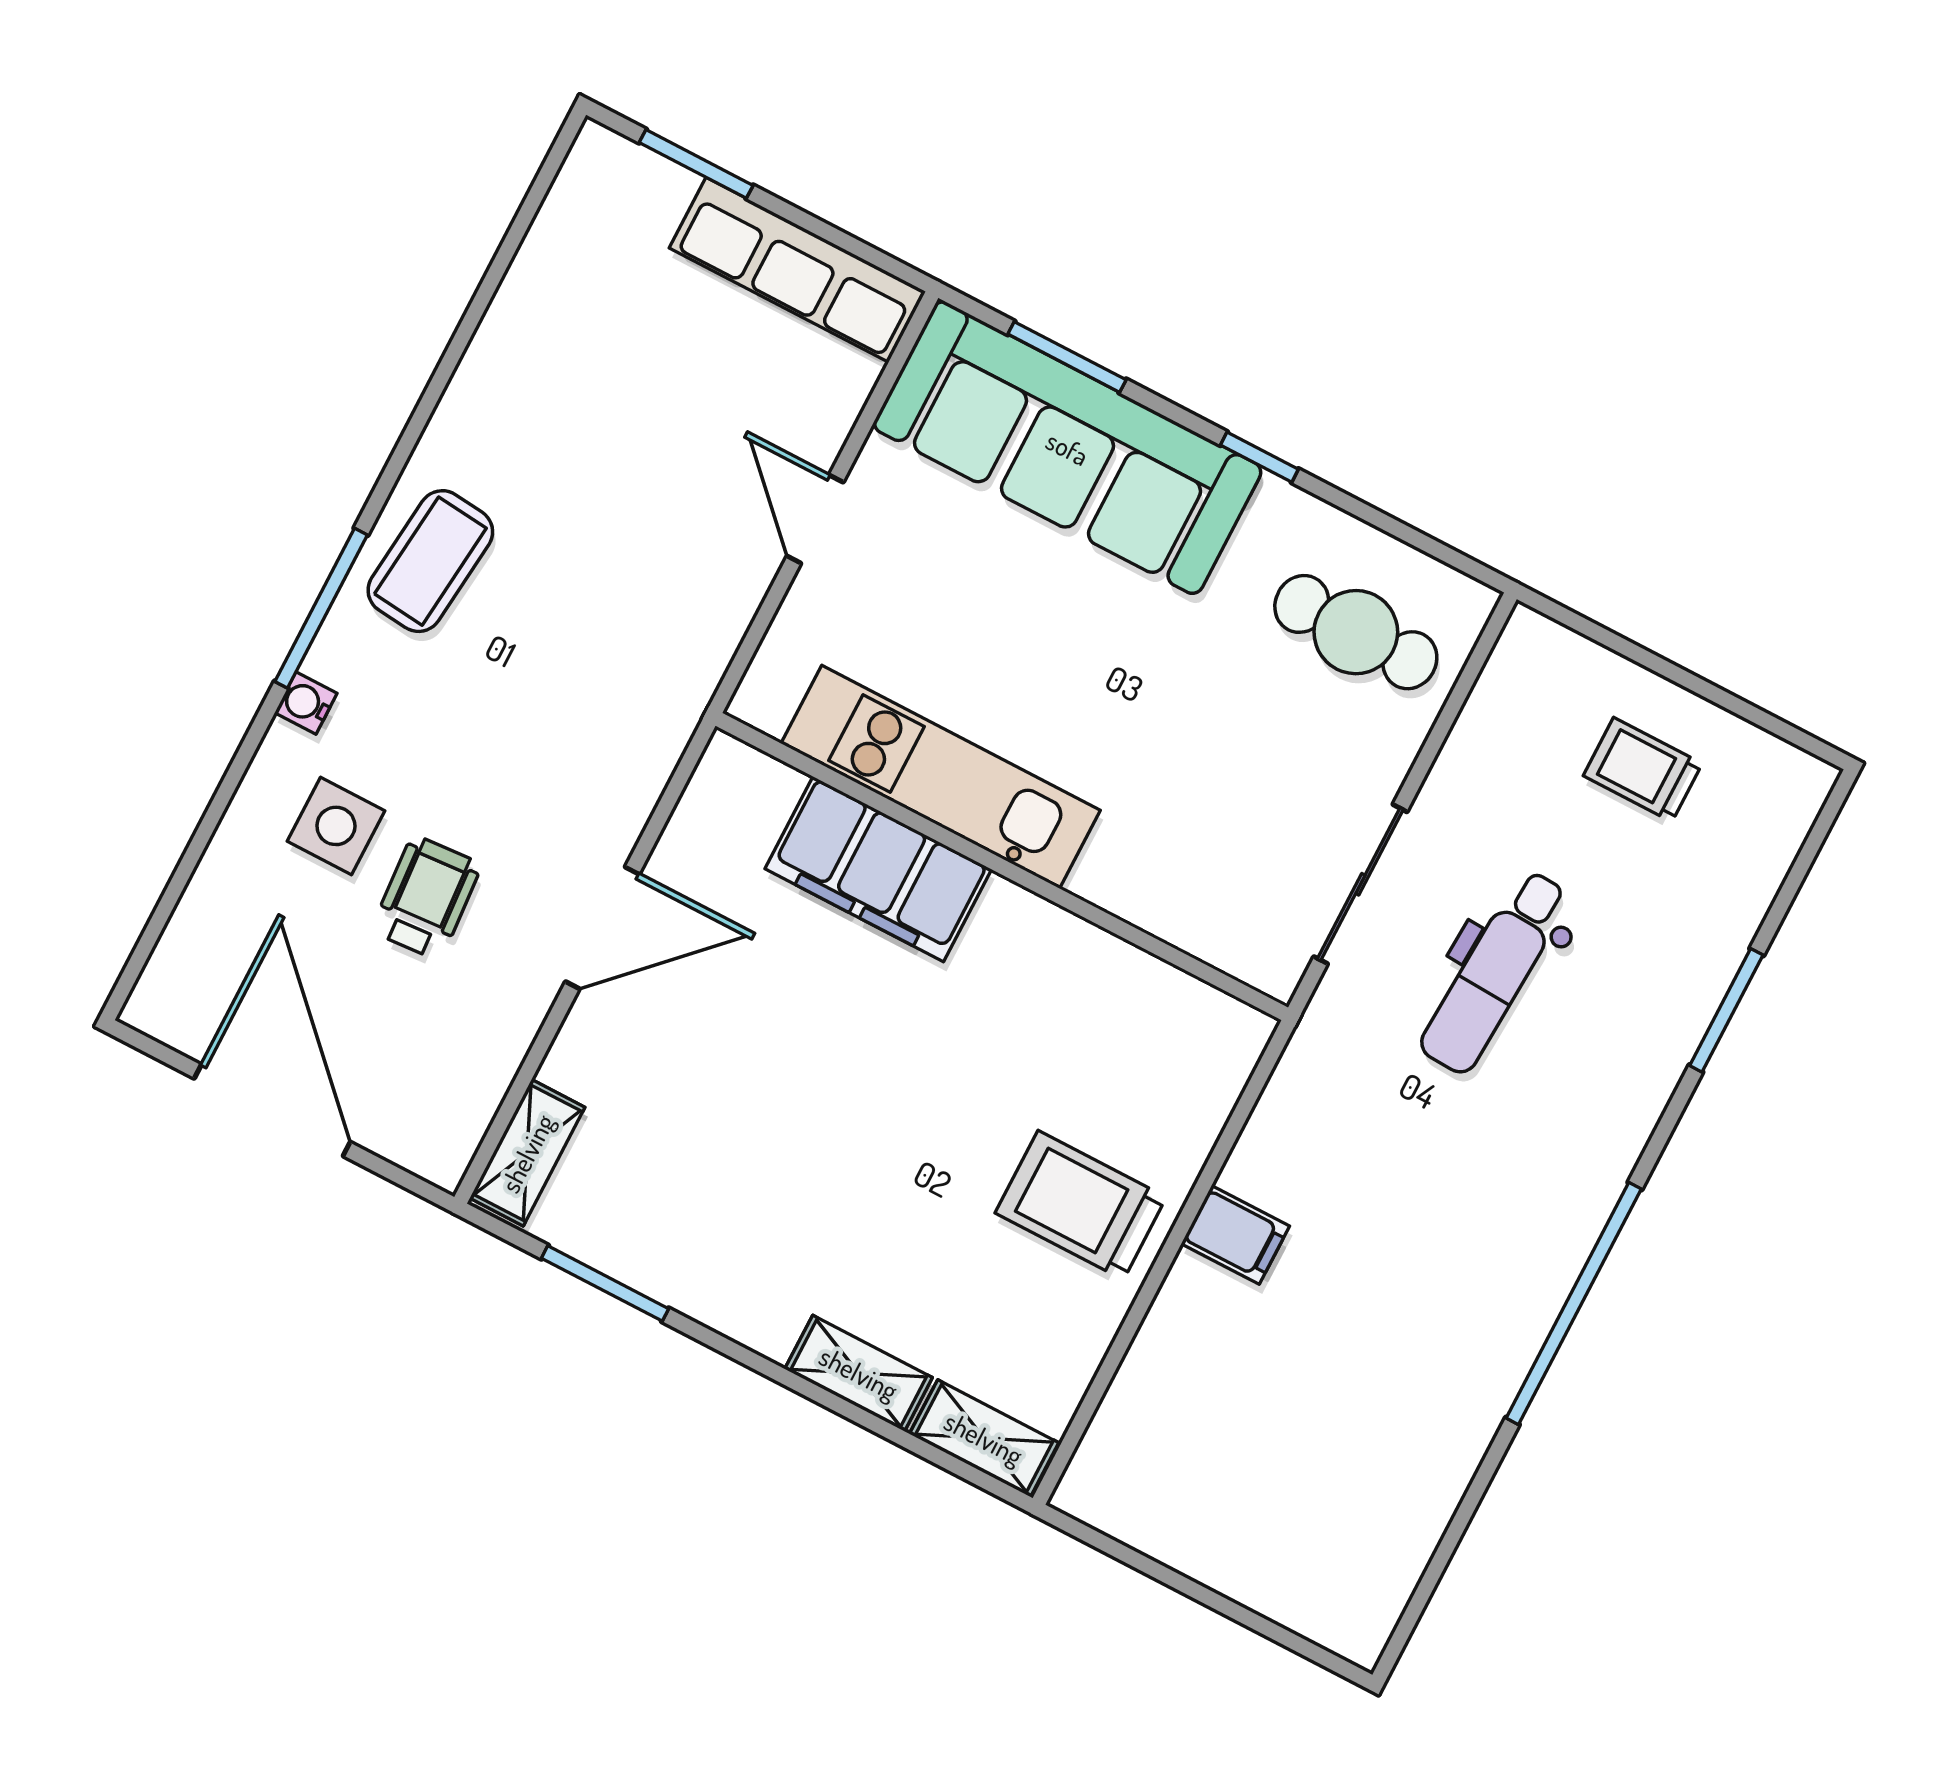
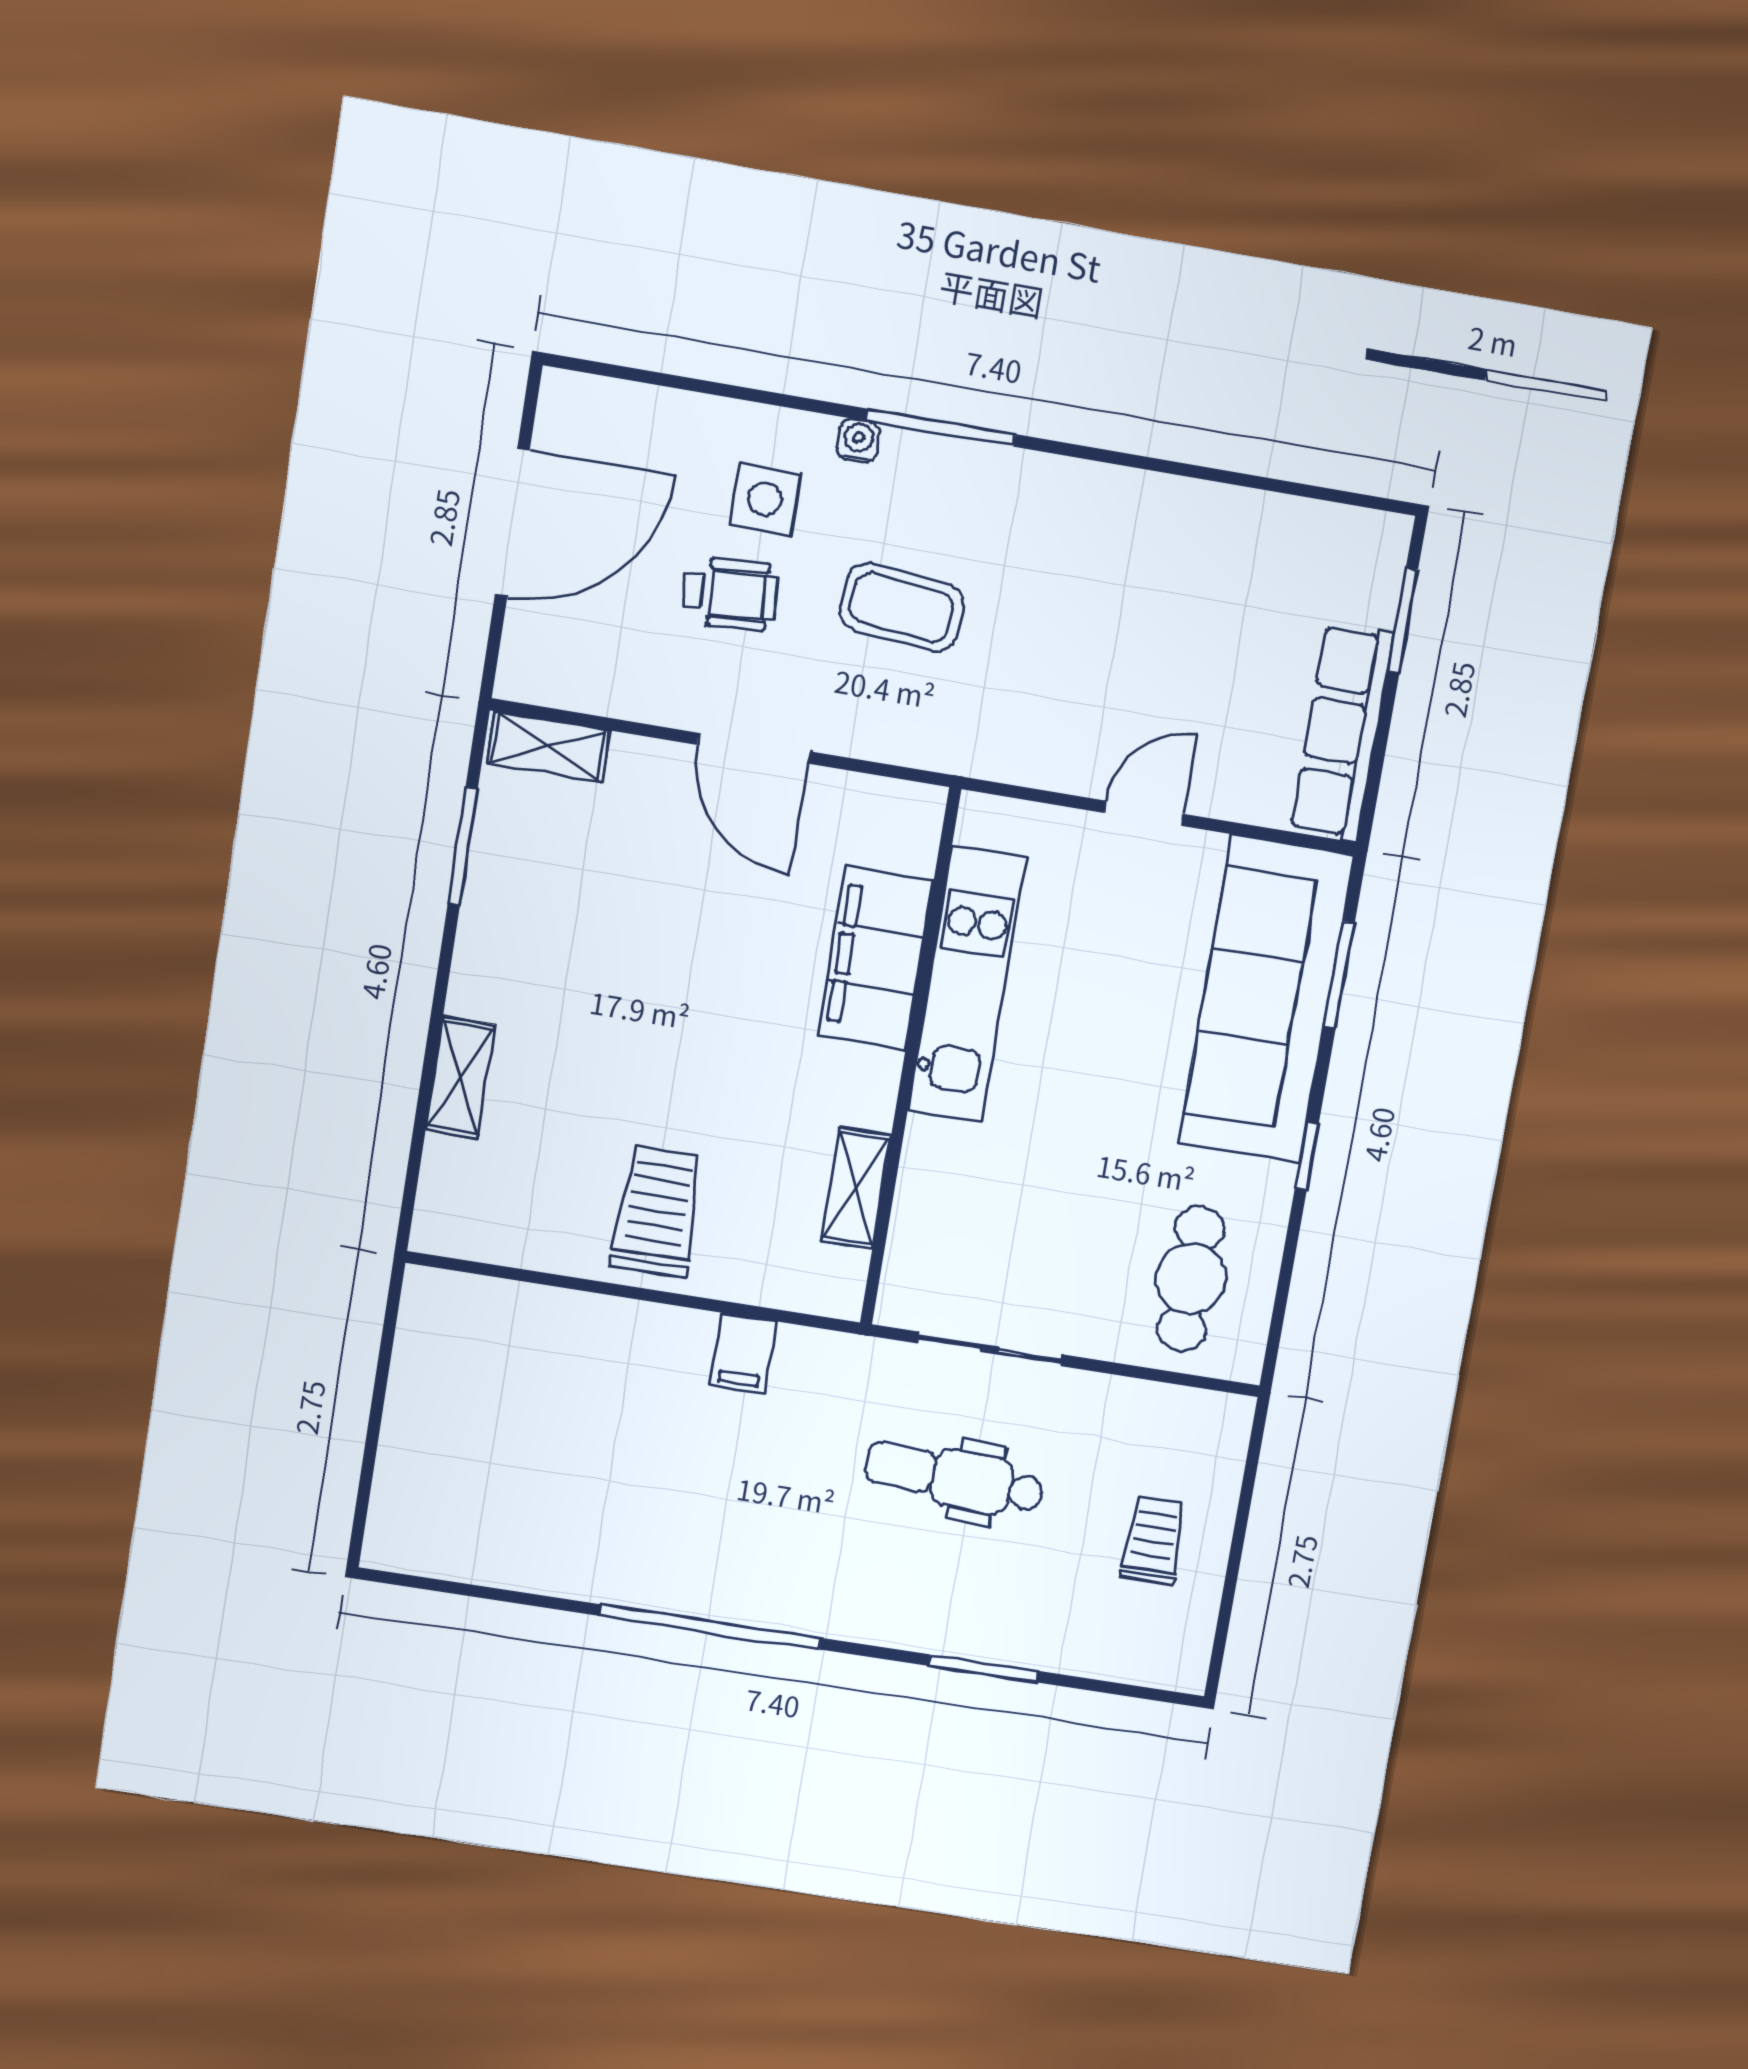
coffee table: (430, 561) -> (902, 607), moved
filing cabinet: (1235, 1235) -> (743, 1353), moved
shelving: (984, 1438) -> (856, 1188), moved

